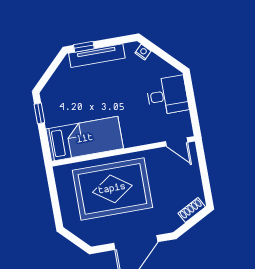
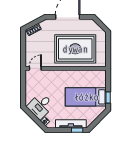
desk: (167, 95) -> (40, 106), moved, turned -45
bed: (85, 139) -> (86, 97), moved
door: (177, 142) -> (35, 68), hinge flipped

